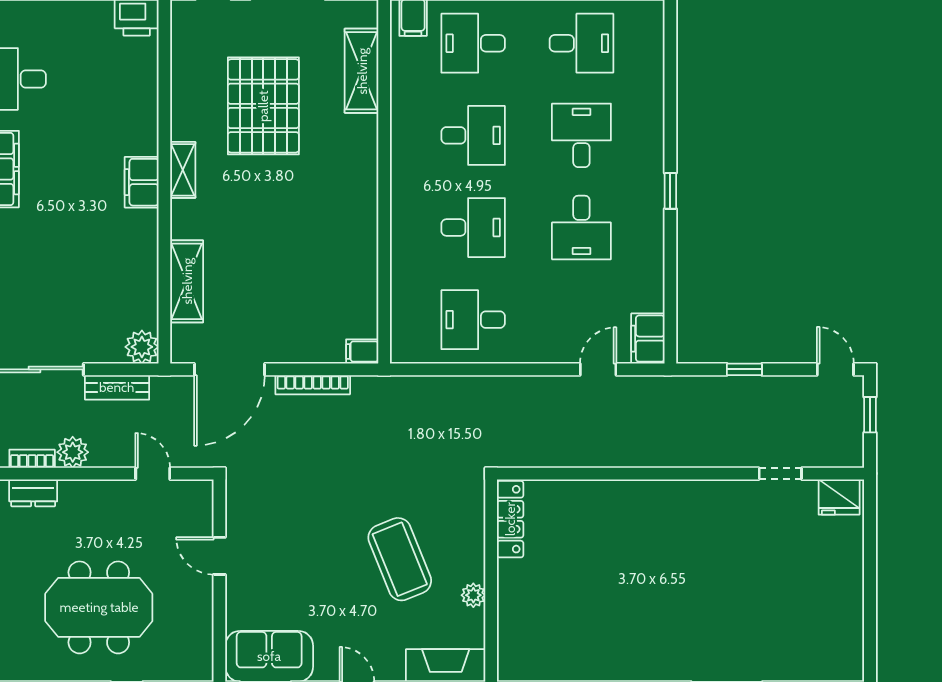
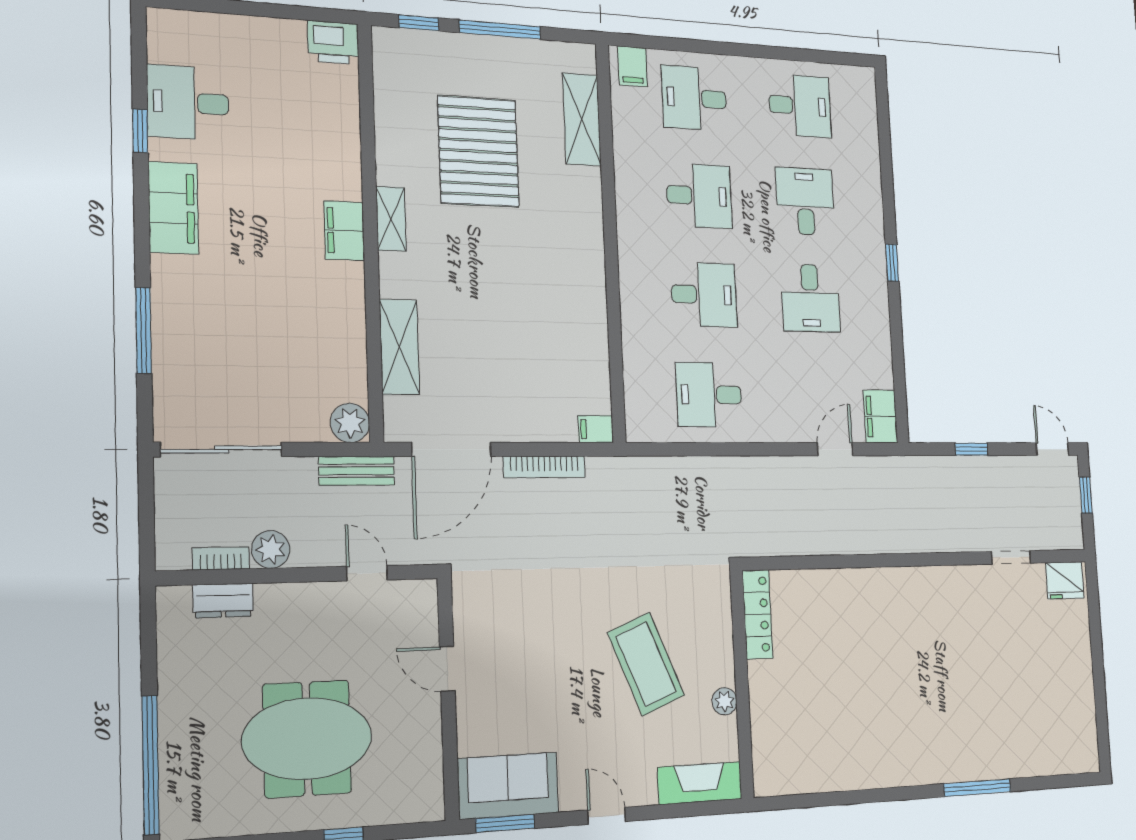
bench: (117, 387) -> (357, 471), moved

